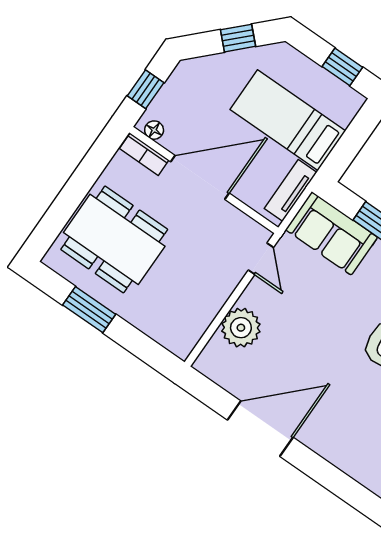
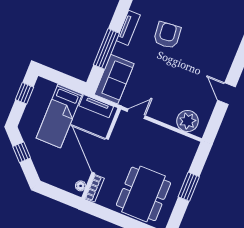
window: (146, 89) -> (60, 195), removed
window: (89, 310) -> (189, 187), moved
plant: (241, 328) -> (188, 121), moved
door: (260, 429) -> (227, 94), width x0.53

